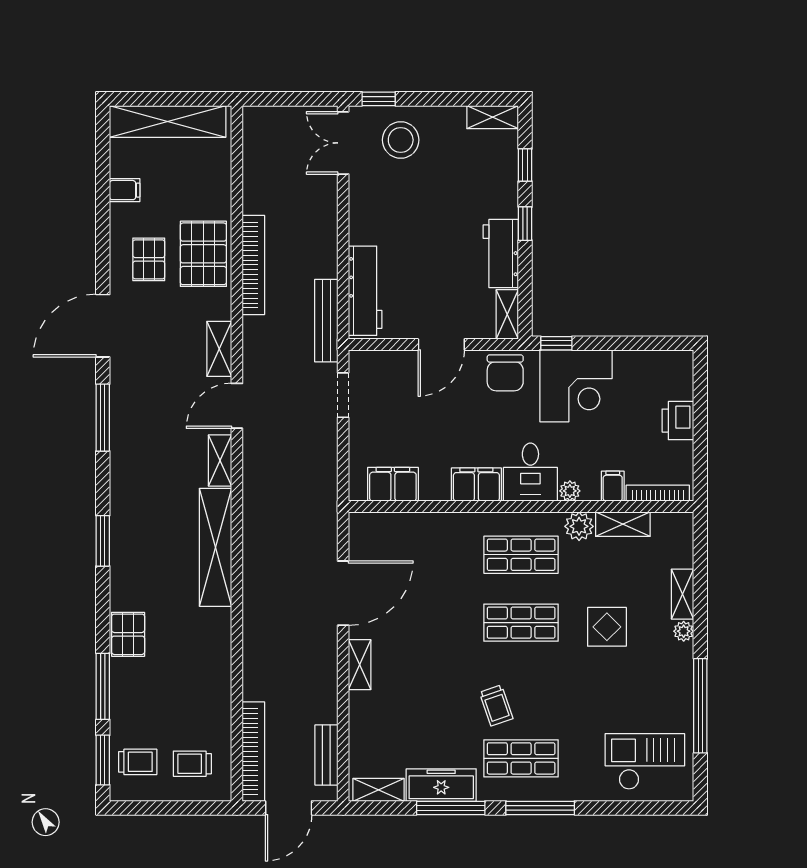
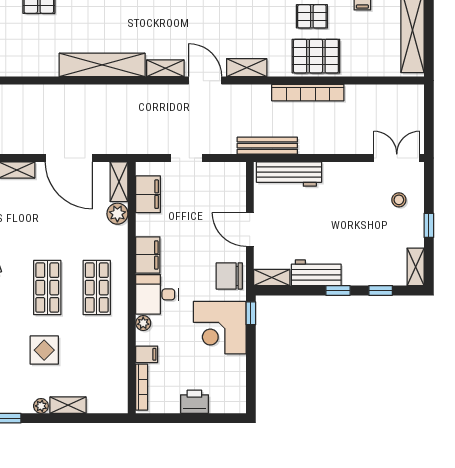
window: (379, 99) -> (429, 225), moved
stool: (401, 140) -> (399, 200), width x0.53, depth x0.53
doorway: (343, 395) -> (187, 158), moved
shelving: (623, 524) -> (119, 182), moved
plant: (579, 526) -> (117, 214), moved

